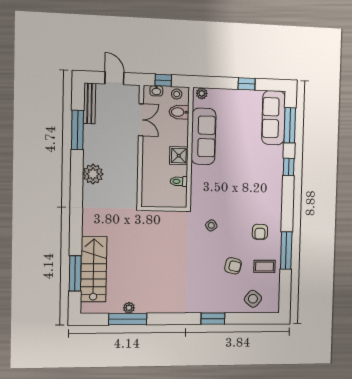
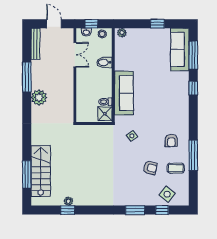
bidet: (179, 112) -> (104, 62), moved
window: (77, 130) -> (27, 77), moved
sofa: (203, 136) -> (124, 93), moved
shower: (179, 156) -> (105, 114), moved
window: (246, 318) -> (162, 210), added
window: (128, 319) -> (68, 210), width x0.46

